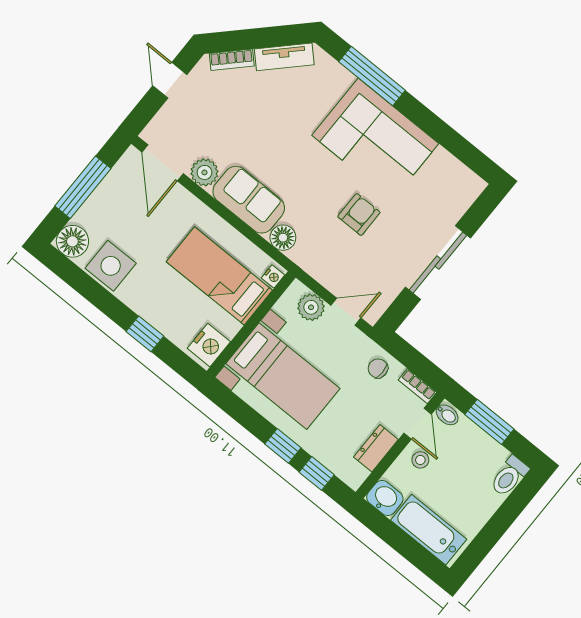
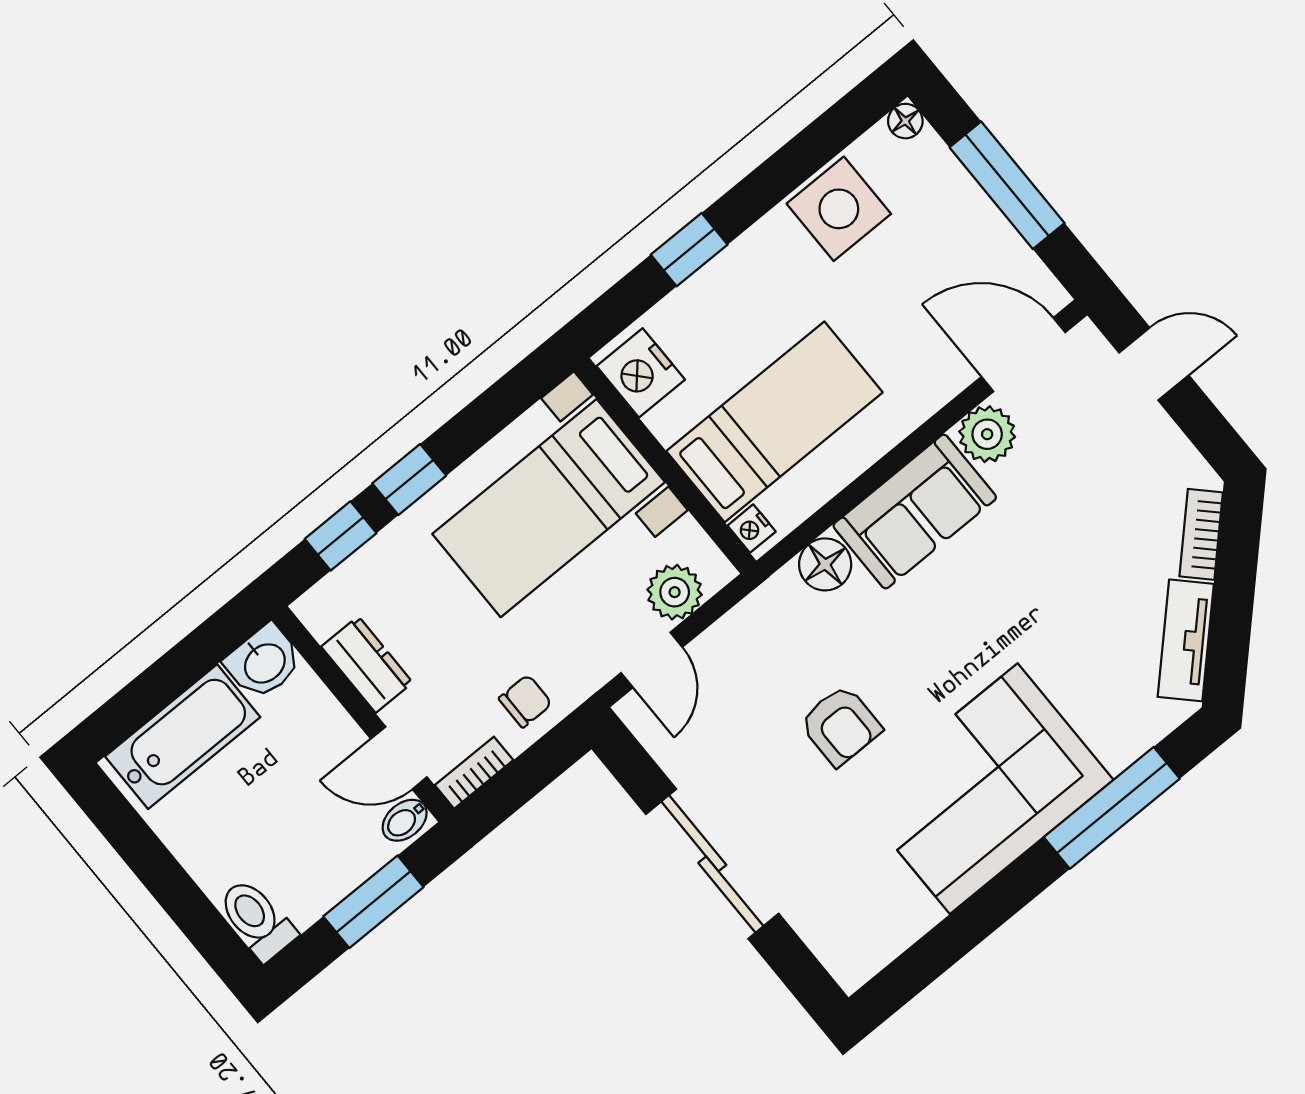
door: (170, 80) -> (1154, 364), moved
floor lamp: (72, 241) -> (905, 121), width x0.53, depth x0.53
stool: (420, 460) -> (325, 749), removed

